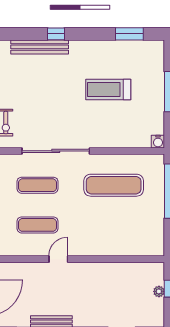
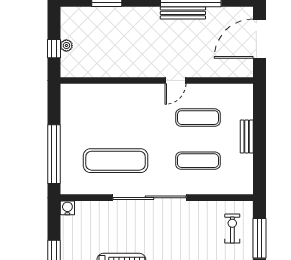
sliding door: (56, 151) -> (149, 198), moved

